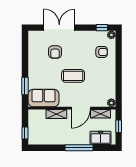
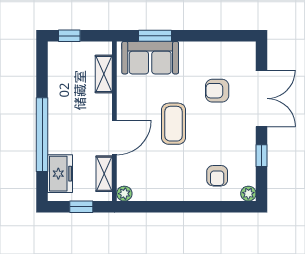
window: (102, 28) -> (262, 156), moved
sofa: (43, 98) -> (150, 58), moved, turned 90
door: (81, 108) -> (114, 138), swing flipped
shelving: (56, 114) -> (104, 74), moved
window: (79, 148) -> (42, 135), width x1.46

